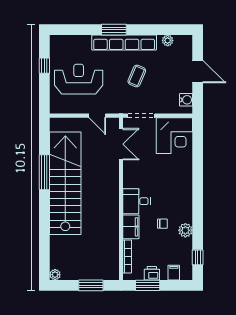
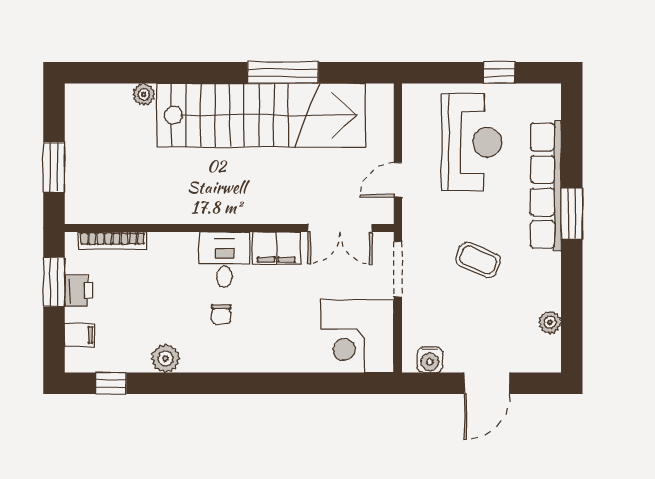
row of seats: (124, 43) -> (546, 186), moved
chair: (162, 224) -> (221, 314), moved
filing cabinet: (131, 227) -> (276, 248), moved
plant: (55, 275) -> (144, 94), moved

